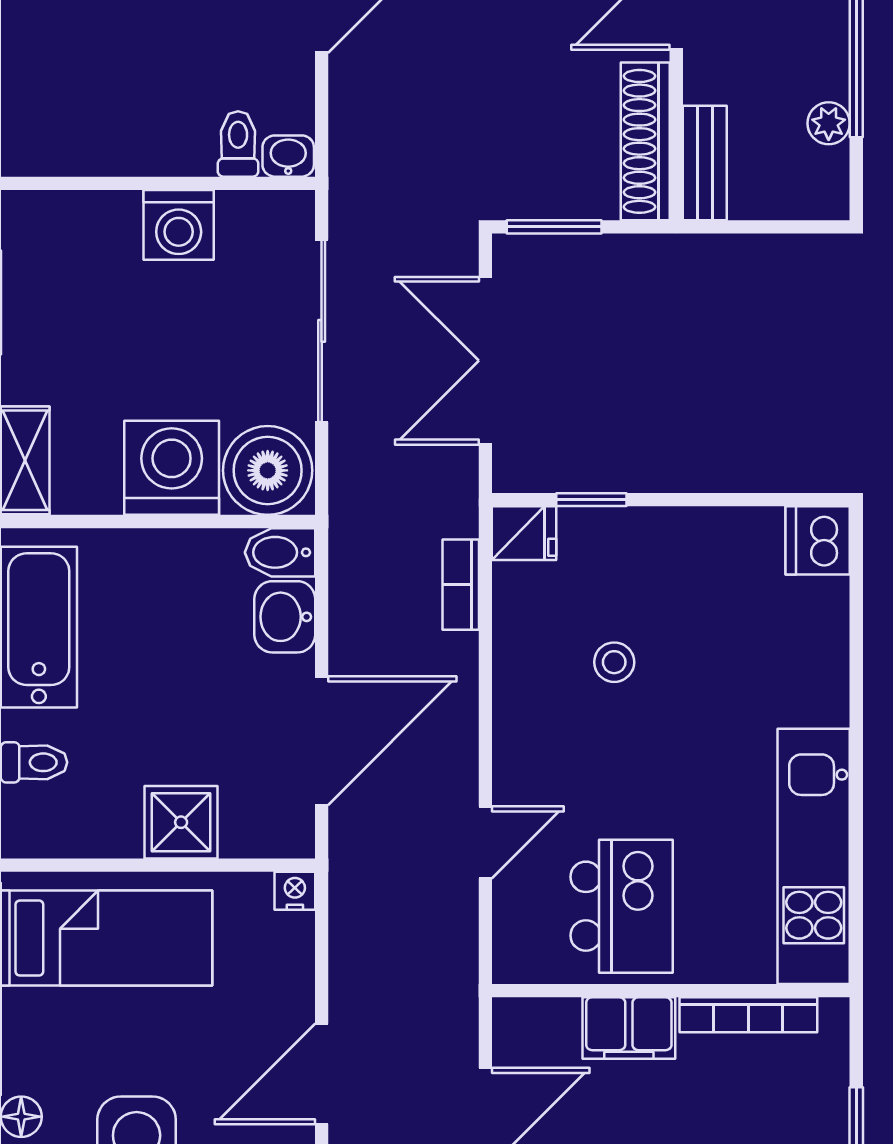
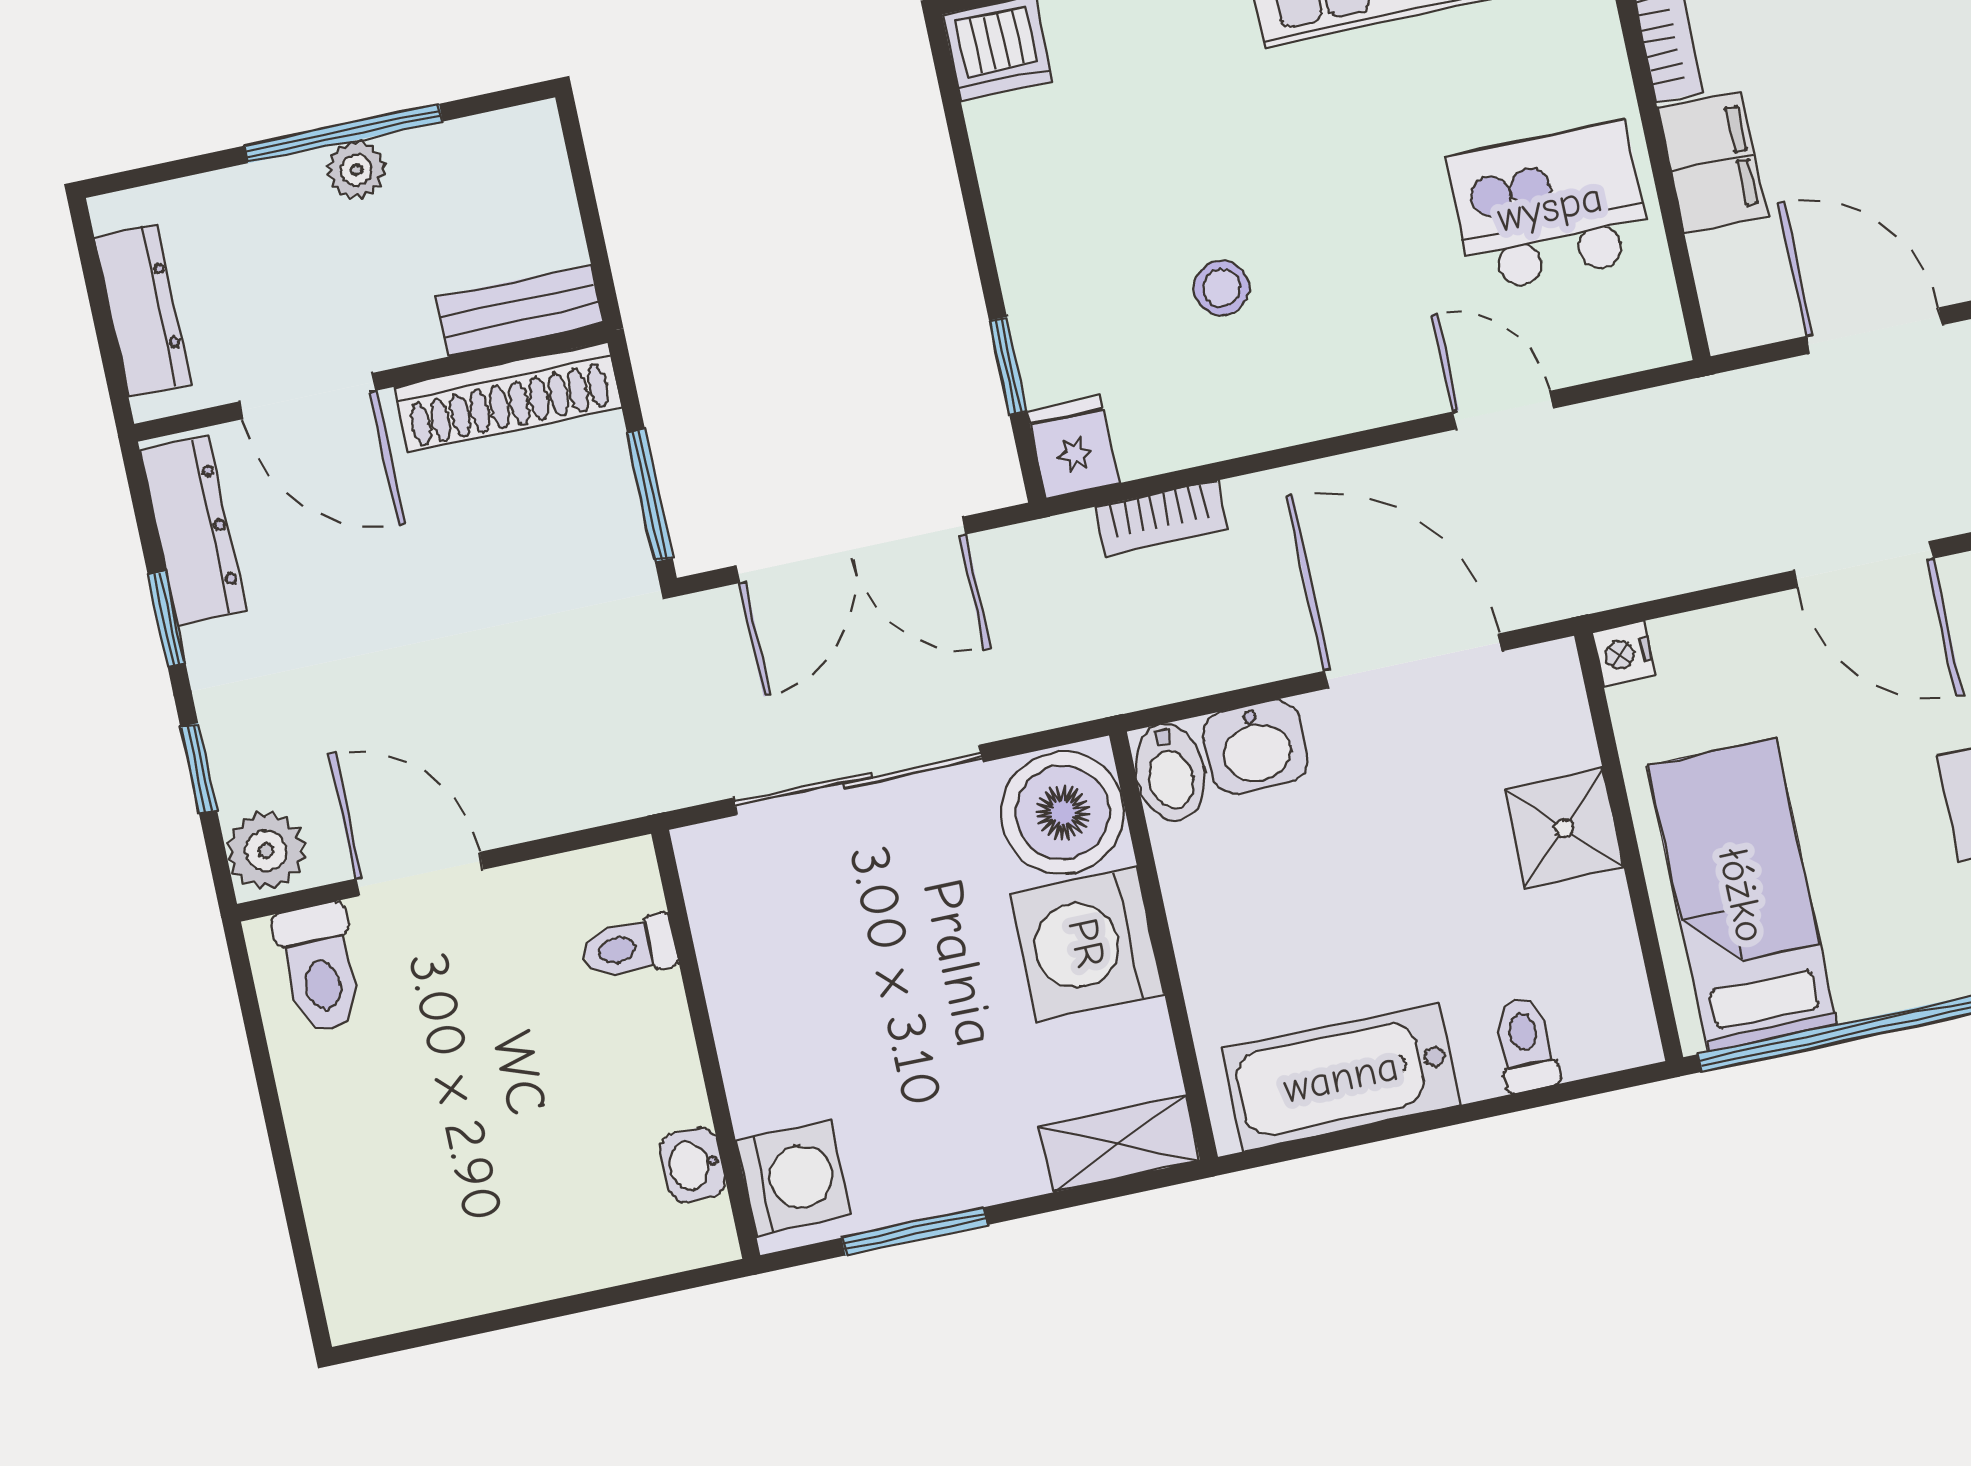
plant: (829, 123) -> (356, 170), moved
washbasin: (288, 156) -> (693, 1165), moved
washing machine: (179, 225) -> (793, 1178), moved

